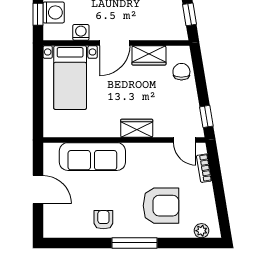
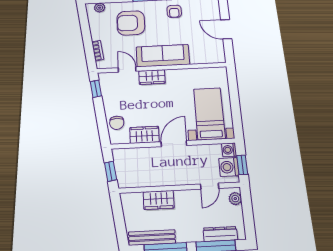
washing machine: (81, 32) -> (229, 150), moved, turned 90
door: (185, 140) -> (127, 69), moved
sofa: (92, 157) -> (163, 56), moved

